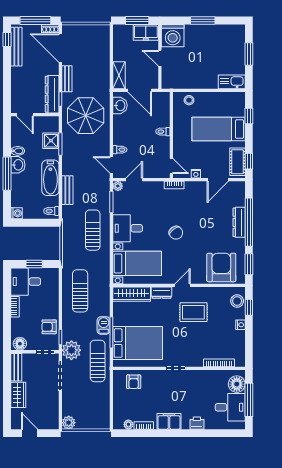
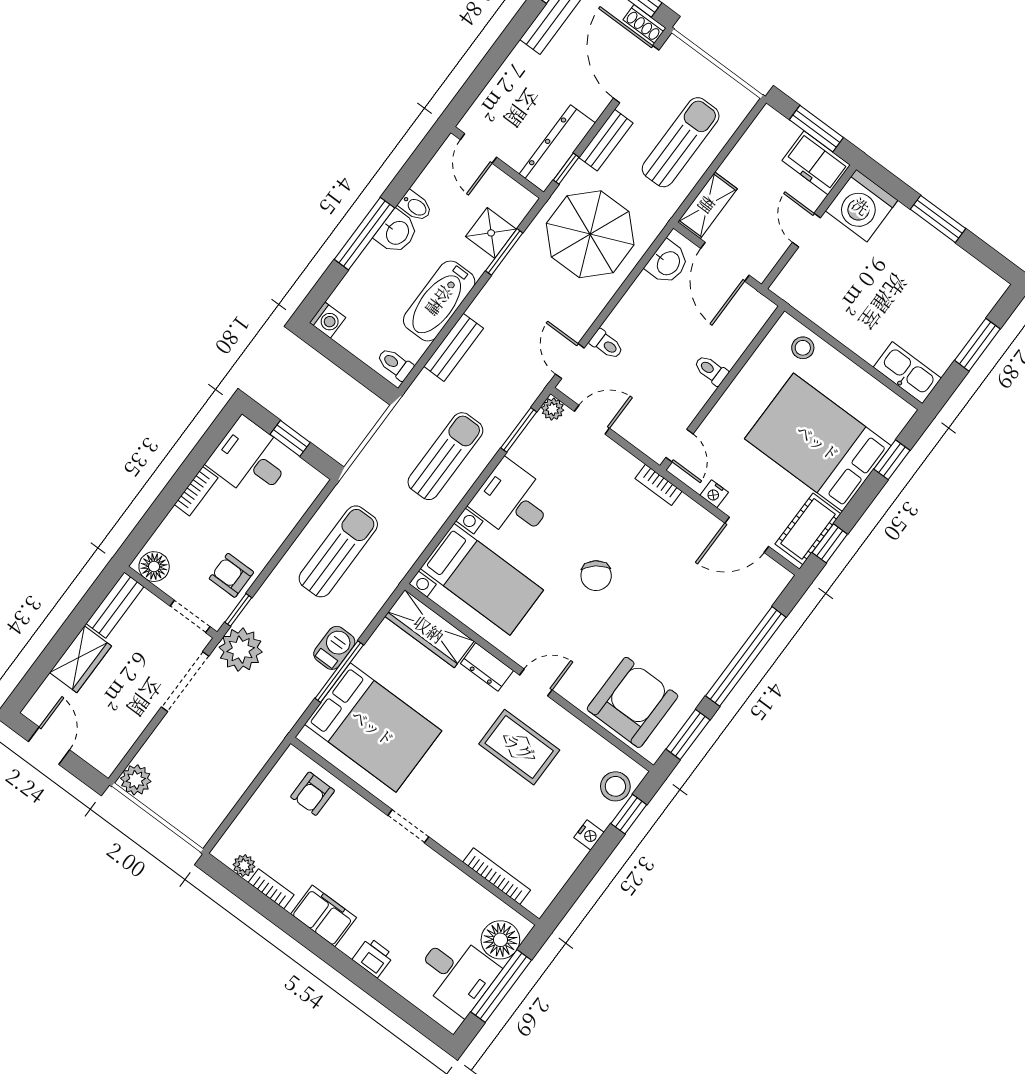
bed: (219, 129) -> (818, 442), width x1.50
dresser: (239, 222) -> (728, 643), removed
sun lounger: (98, 361) -> (681, 142), moved

